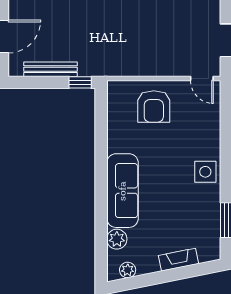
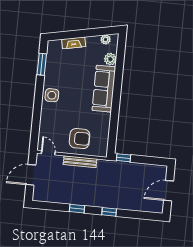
bench: (50, 69) -> (80, 162), moved
armchair: (154, 106) -> (80, 139), turned 90

